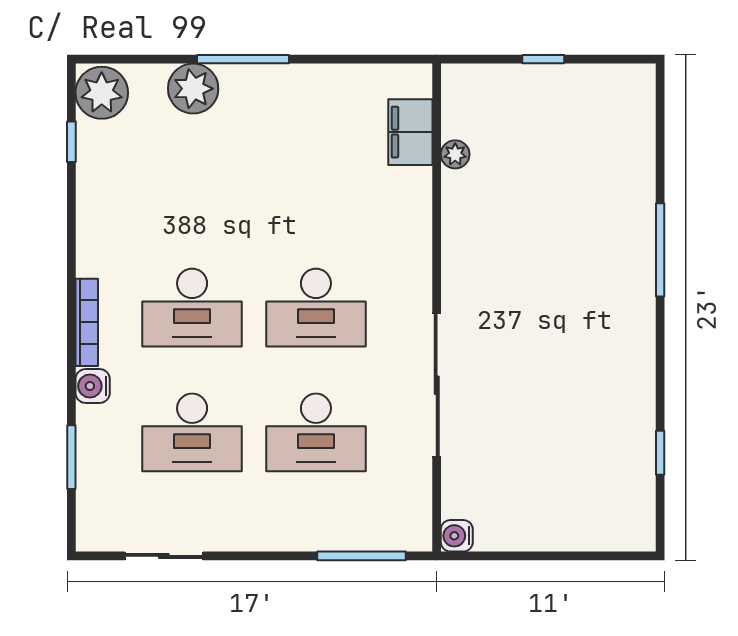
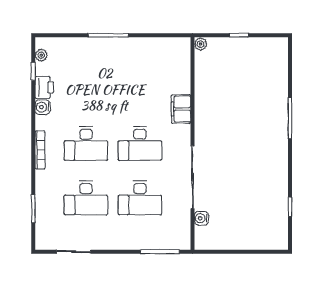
plant: (193, 89) -> (86, 48), removed
plant: (102, 93) -> (41, 55), width x0.53, depth x0.53
filing cabinet: (410, 132) -> (181, 109), moved
plant: (455, 154) -> (201, 44), moved
printer: (97, 179) -> (44, 87), added
water cooler: (93, 386) -> (43, 107), moved
water cooler: (457, 536) -> (201, 218), moved

